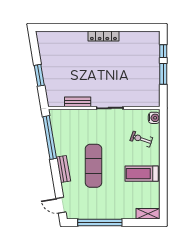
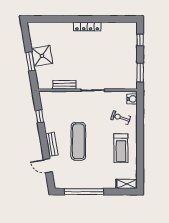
shower: (52, 69) -> (42, 56), added
window: (163, 74) -> (140, 73), moved
window: (50, 137) -> (40, 116), width x0.32
treadmill: (142, 174) -> (121, 148), turned -90
door: (61, 205) -> (48, 166), moved

